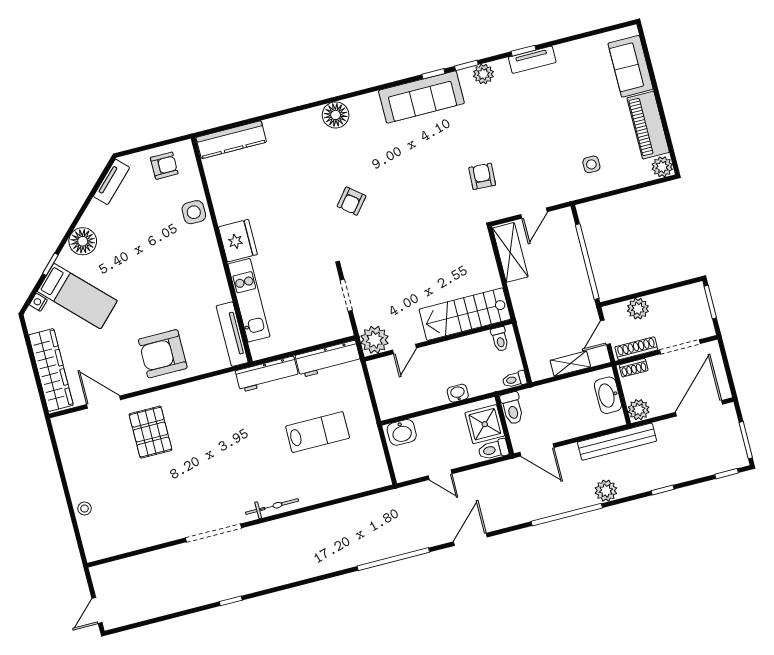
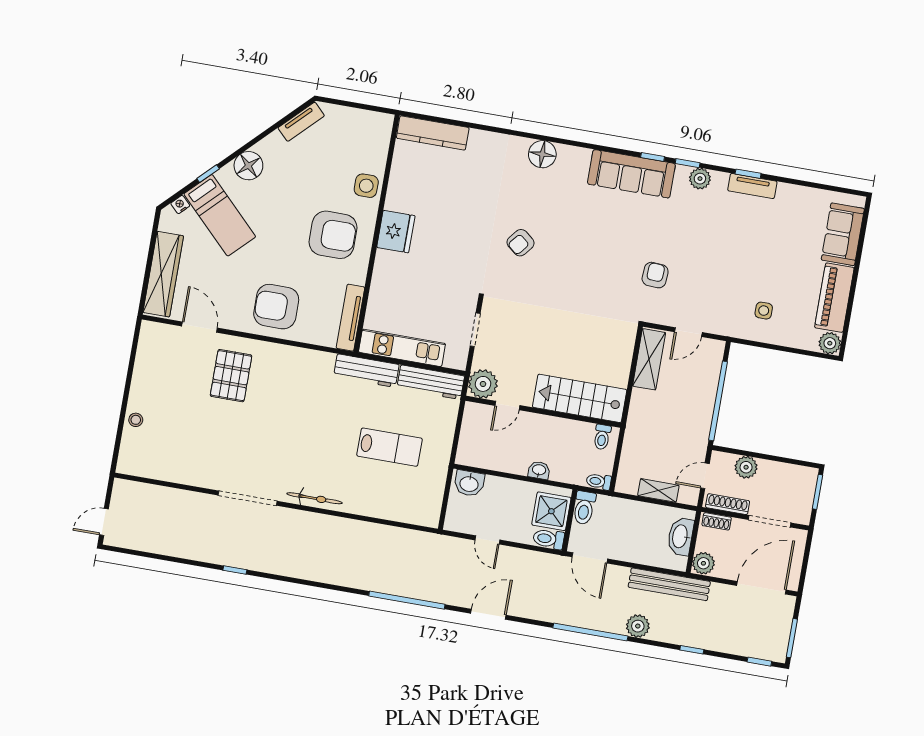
armchair: (164, 166) -> (333, 235), moved, width x1.88, depth x1.88
kitchen unit: (249, 300) -> (402, 348), moved, turned -90

